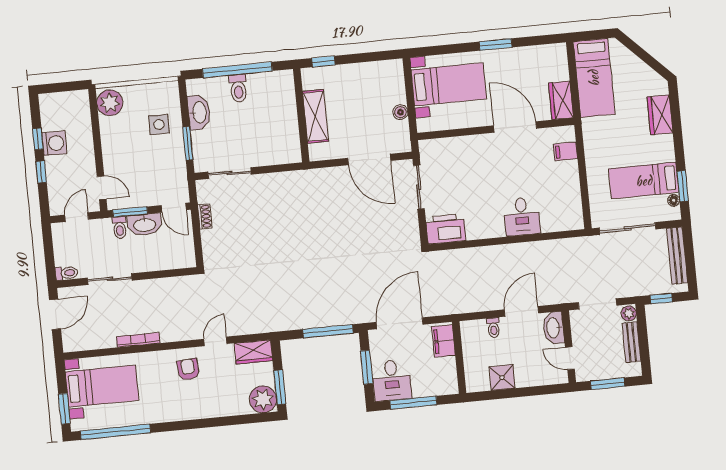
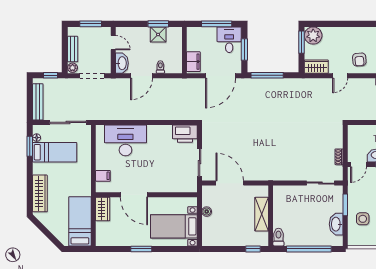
toilet: (238, 88) -> (278, 237), moved
wardrobe: (660, 115) -> (40, 193), width x1.50
door: (174, 208) -> (358, 164), swing flipped
desk: (522, 216) -> (125, 140), width x1.87, depth x1.30
window: (503, 394) -> (158, 24), added

